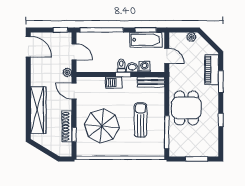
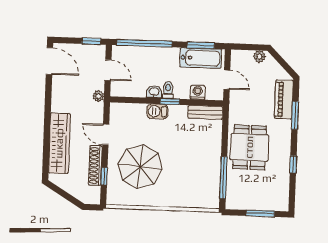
washbasin: (132, 67) -> (154, 92), moved
door: (74, 91) -> (106, 134), moved
sun lounger: (140, 120) -> (190, 161), removed

